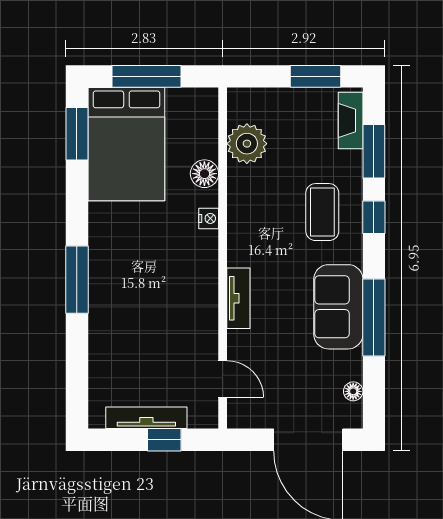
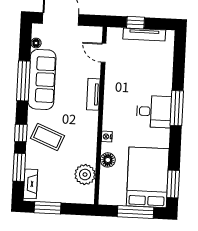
coffee table: (322, 212) -> (48, 137), turned -68
desk: (121, 271) -> (154, 112), added
sofa: (338, 307) -> (42, 79), width x1.36

